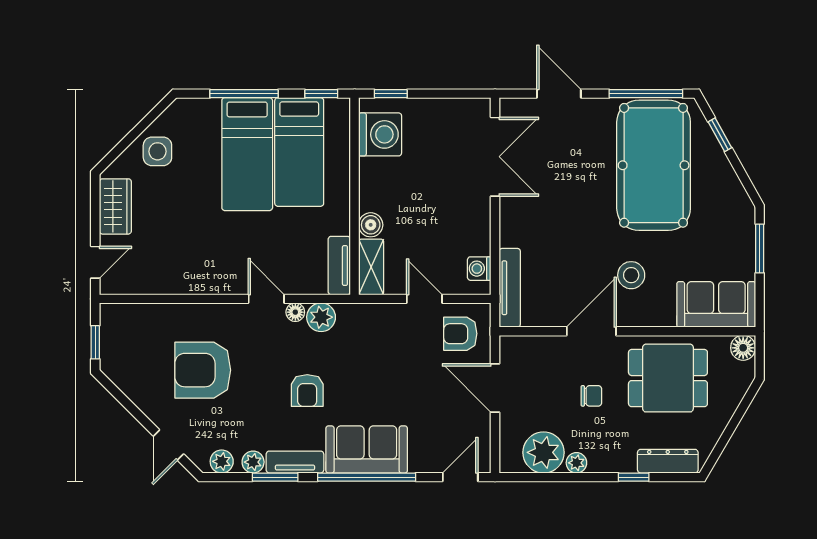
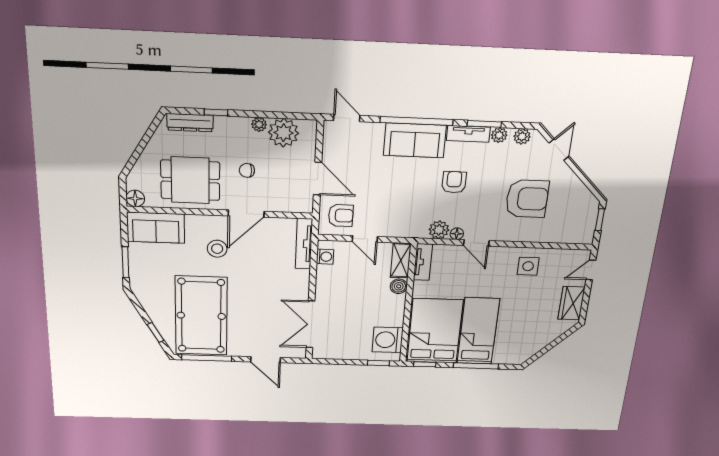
side table: (157, 151) -> (528, 266), moved
bed: (299, 152) -> (435, 331), width x1.50
door: (460, 477) -> (347, 118), swing flipped

